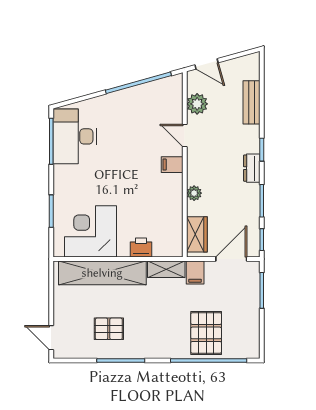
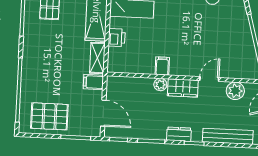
bench: (252, 102) -> (228, 136), width x1.36
filing cabinet: (172, 165) -> (162, 66), moved
wardrobe: (197, 234) -> (183, 88), moved
pallet: (206, 333) -> (49, 116), moved

